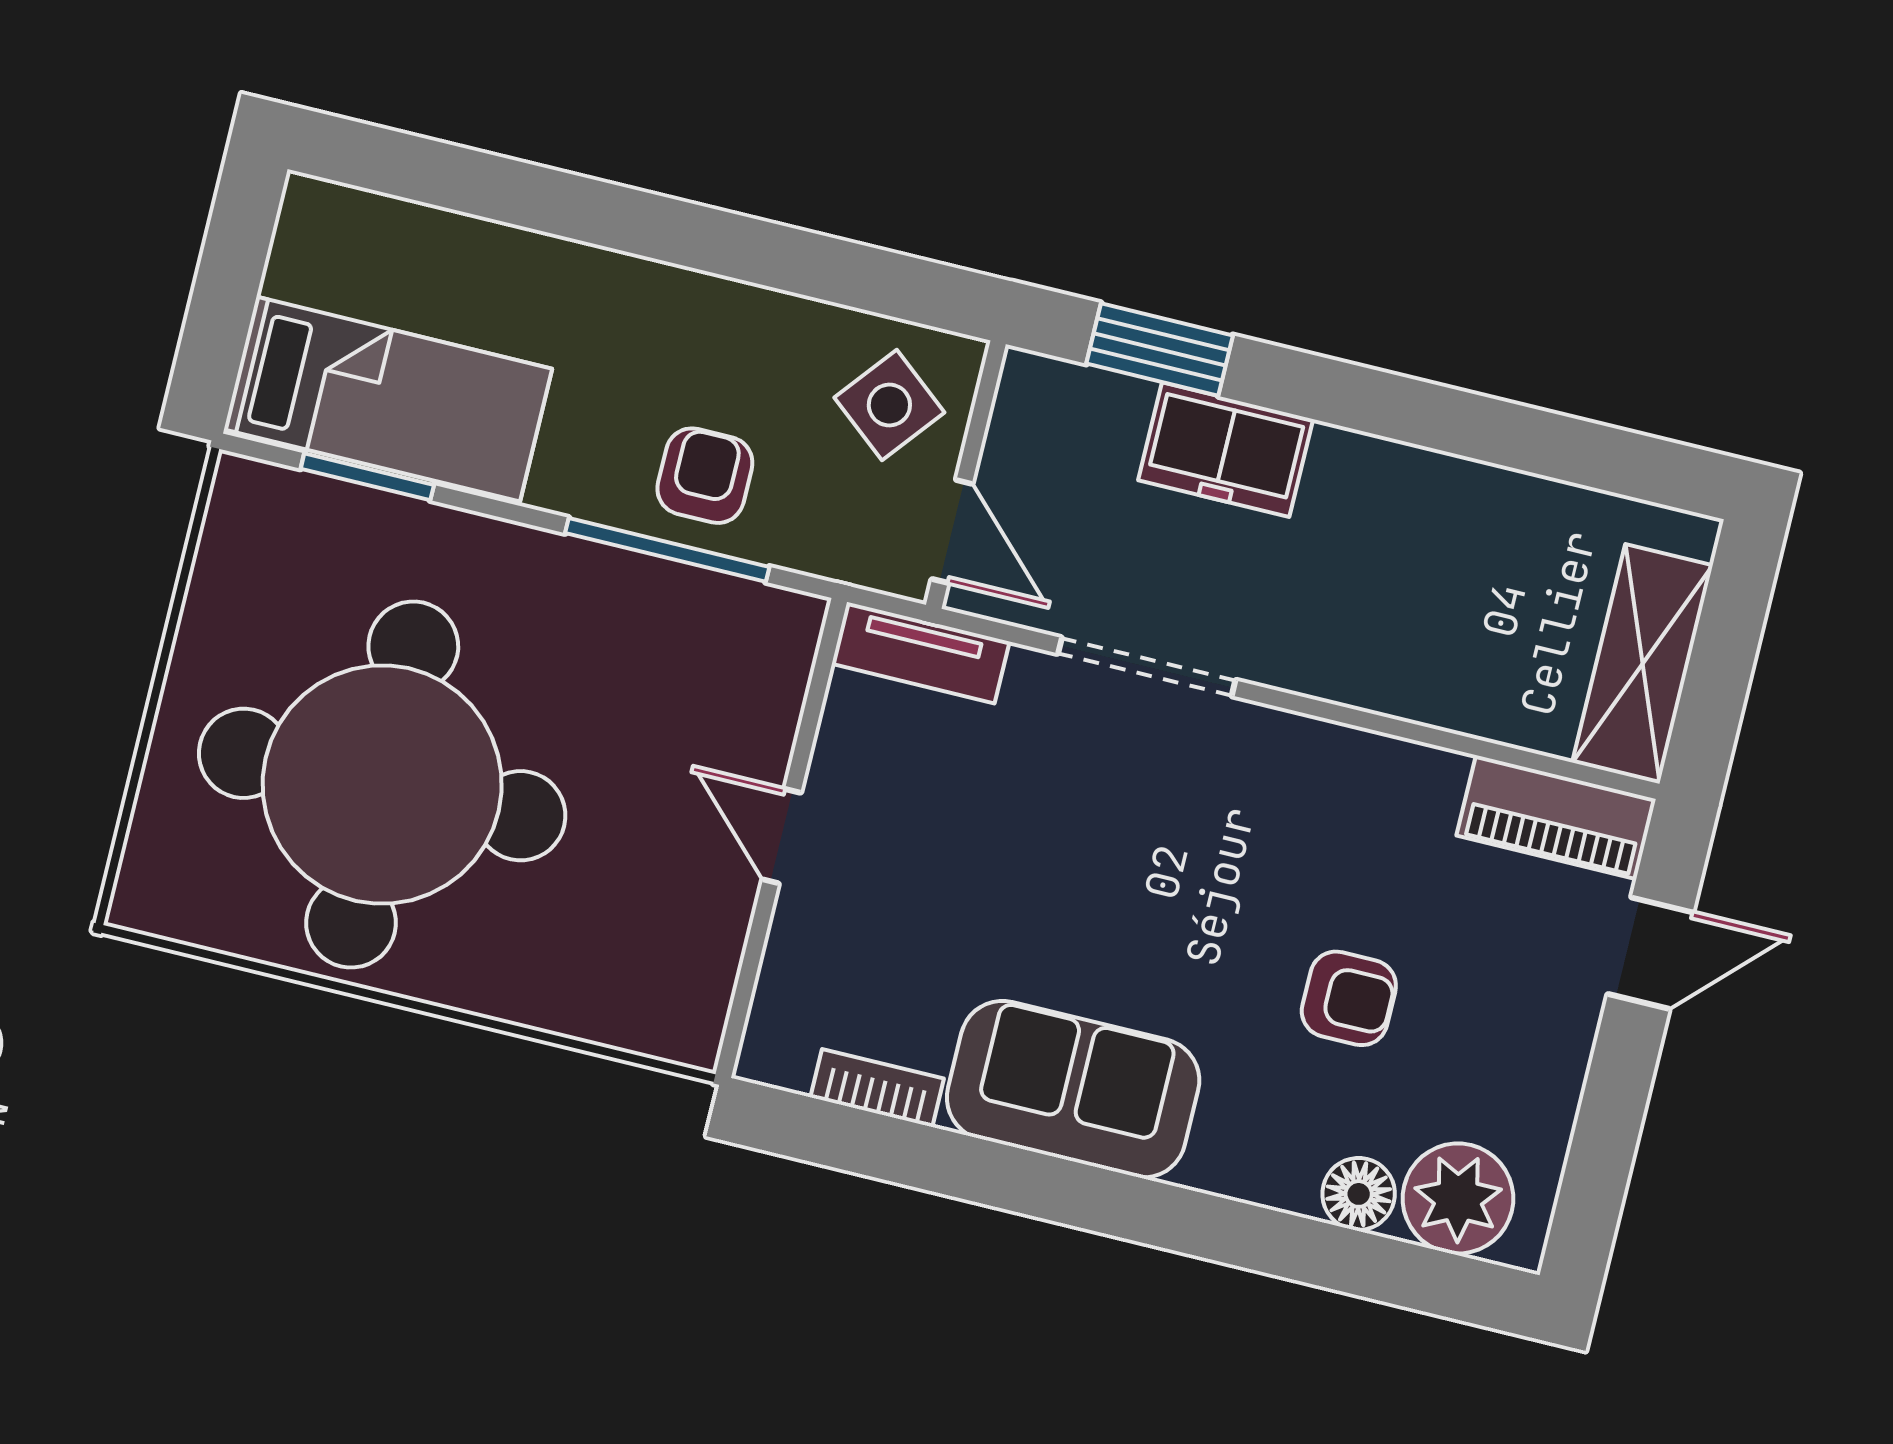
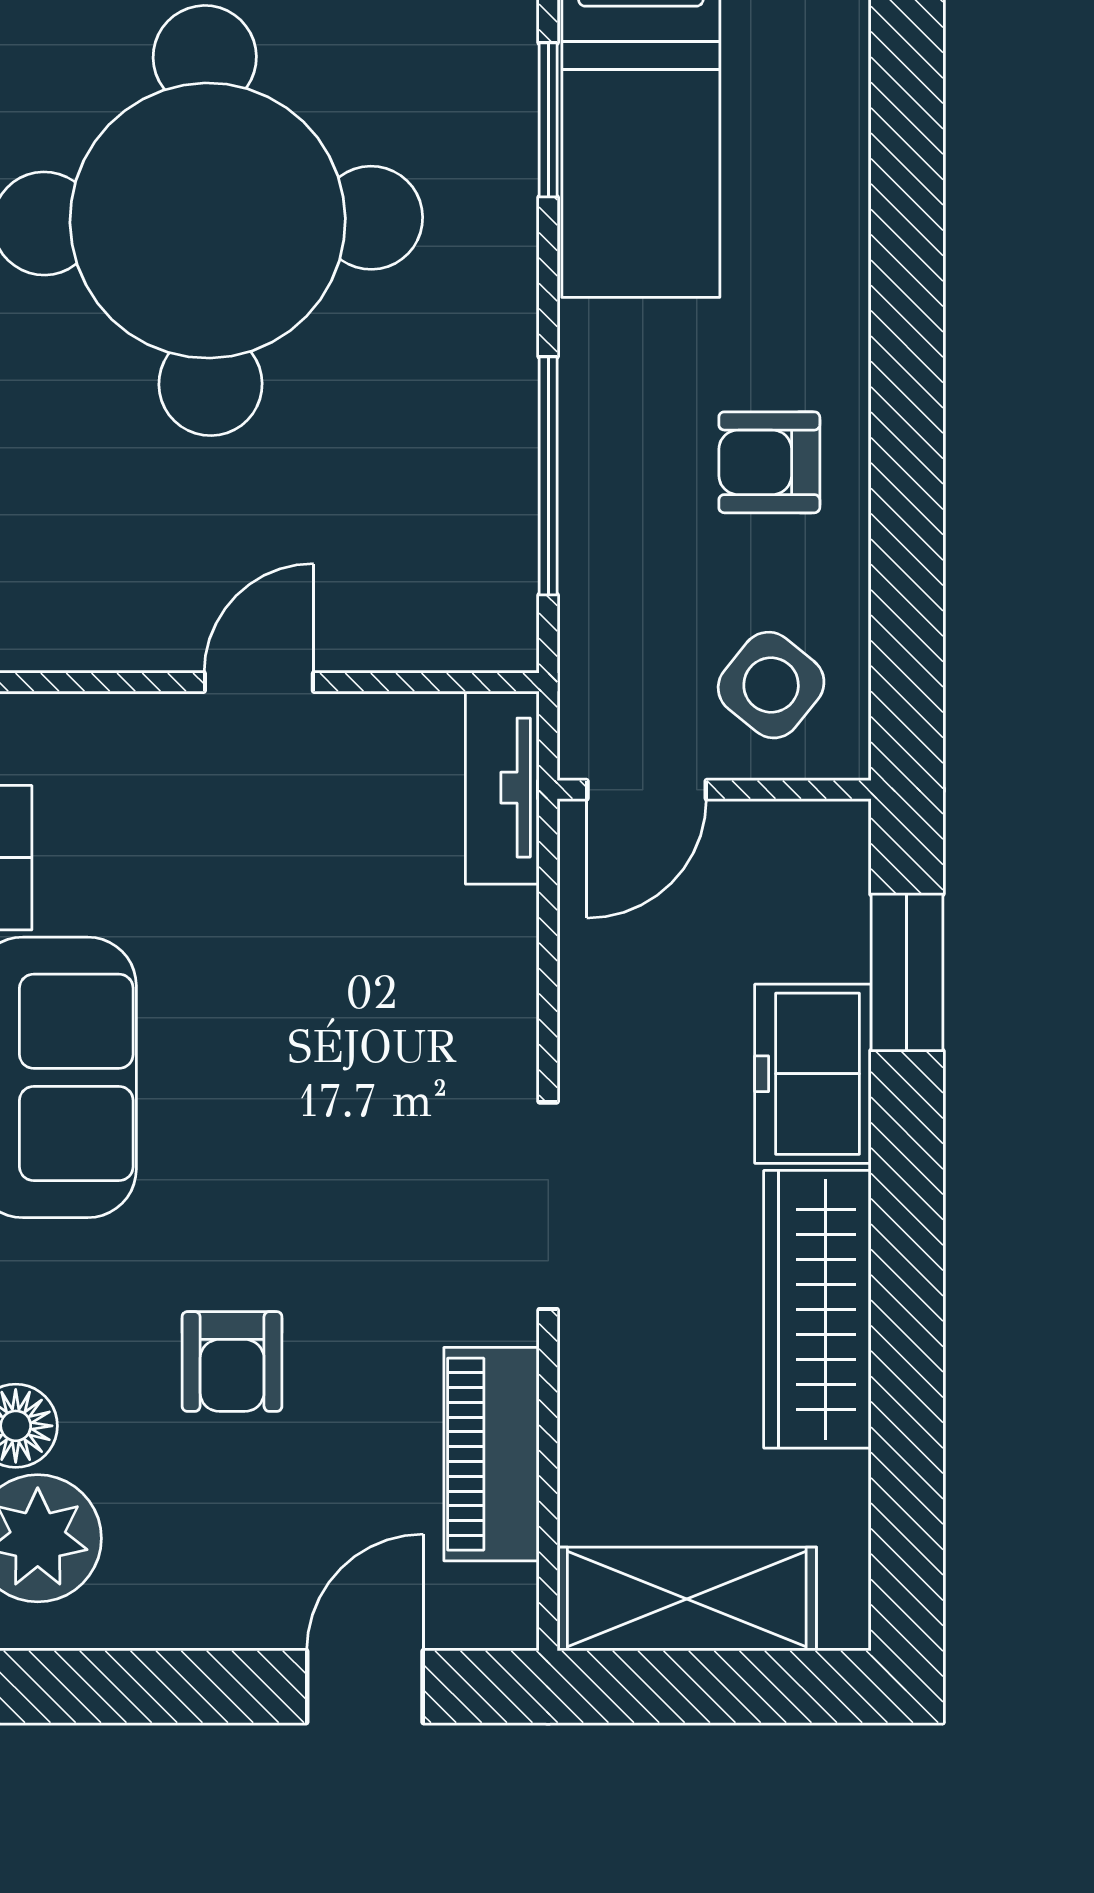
armchair: (705, 476) -> (769, 462), moved, turned 180
wardrobe: (1425, 494) -> (817, 1309), added
doorway: (1147, 667) -> (548, 1206), moved
piano: (1556, 817) -> (491, 1454), moved
door: (1650, 953) -> (365, 1687), swing flipped

